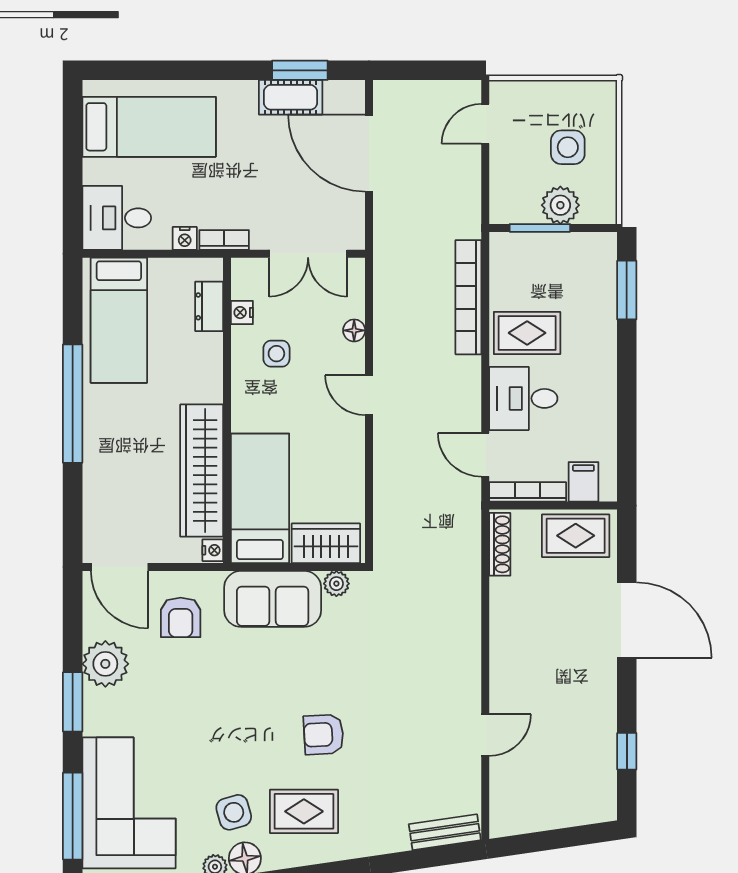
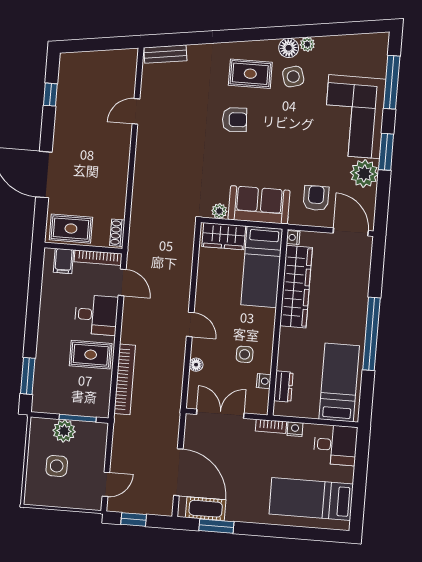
window: (435, 70) -> (134, 519), added
cot: (291, 97) -> (206, 509), moved
shoe rack: (500, 544) -> (117, 233), width x0.70
corner sofa: (129, 803) -> (354, 117), moved

